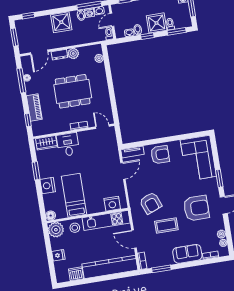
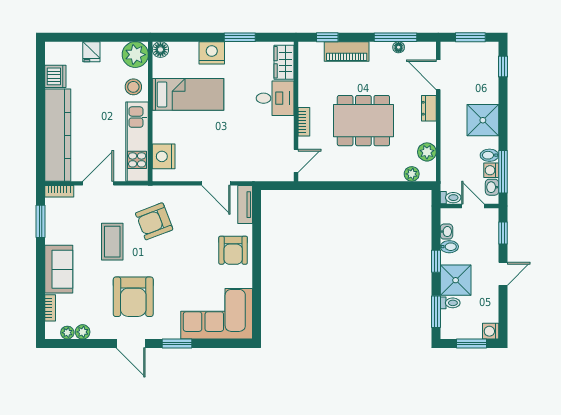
plant: (73, 53) -> (427, 152), moved
dining table: (73, 91) -> (363, 121), turned 90

